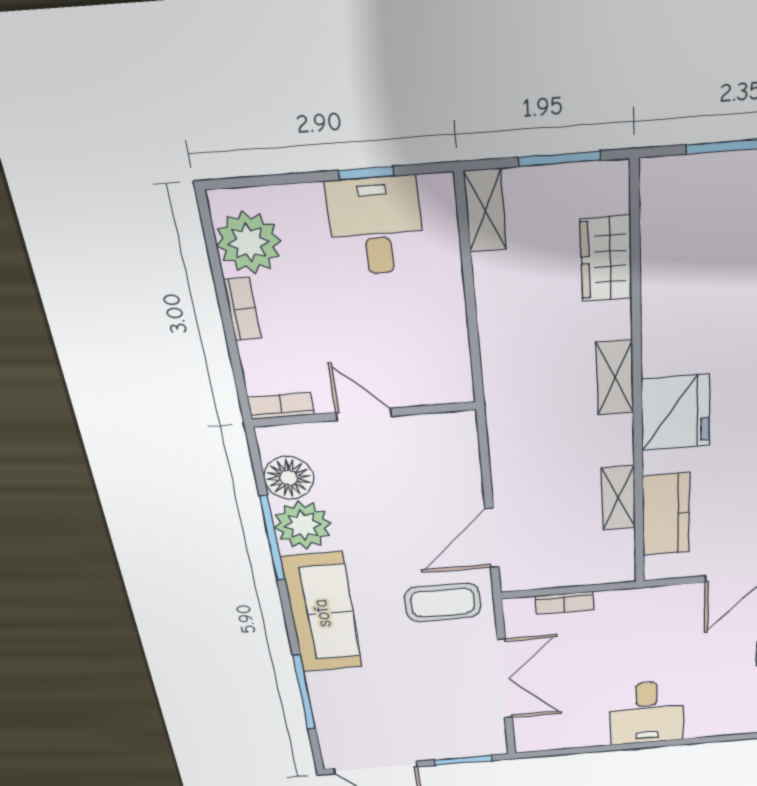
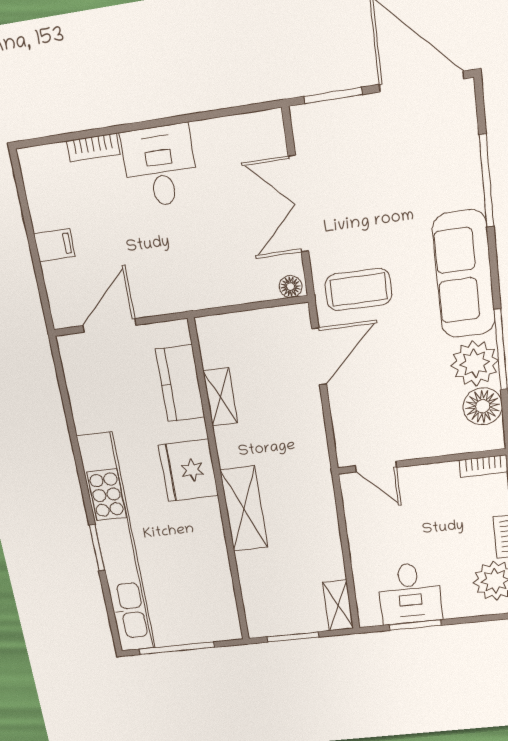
window: (366, 173) -> (415, 625), width x1.50
wardrobe: (606, 259) -> (255, 578), removed
shelving: (615, 378) -> (244, 509), width x1.50, depth x1.33
door: (364, 414) -> (376, 467), moved
bookcase: (564, 603) -> (93, 148), moved, turned 180
floor lamp: (520, 608) -> (291, 287), added

